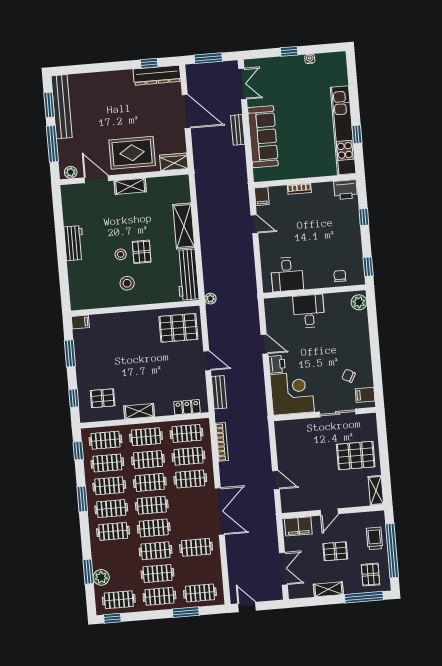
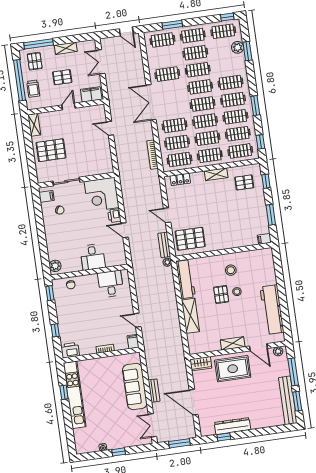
dresser: (157, 75) -> (232, 426), moved
workbench: (74, 243) -> (272, 310), width x1.88, depth x1.32
bench: (219, 392) -> (164, 245), moved

